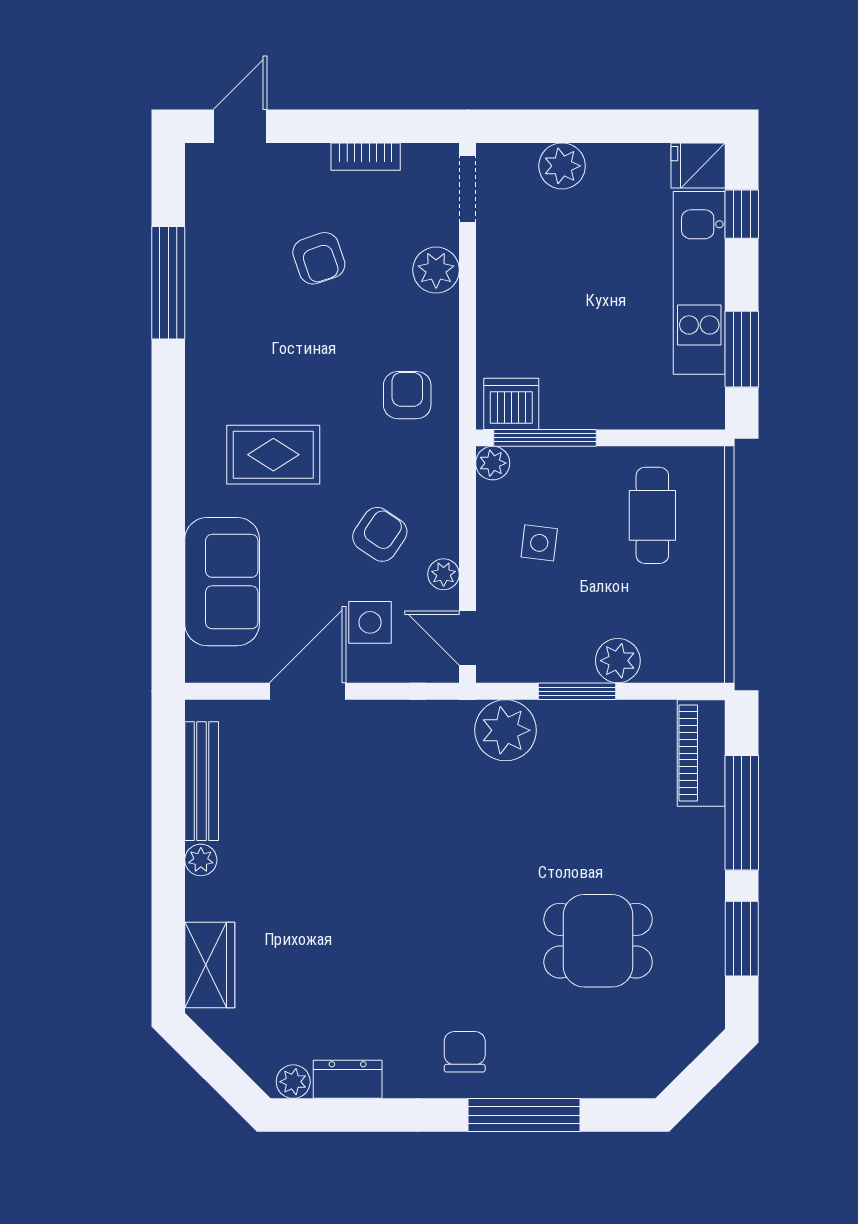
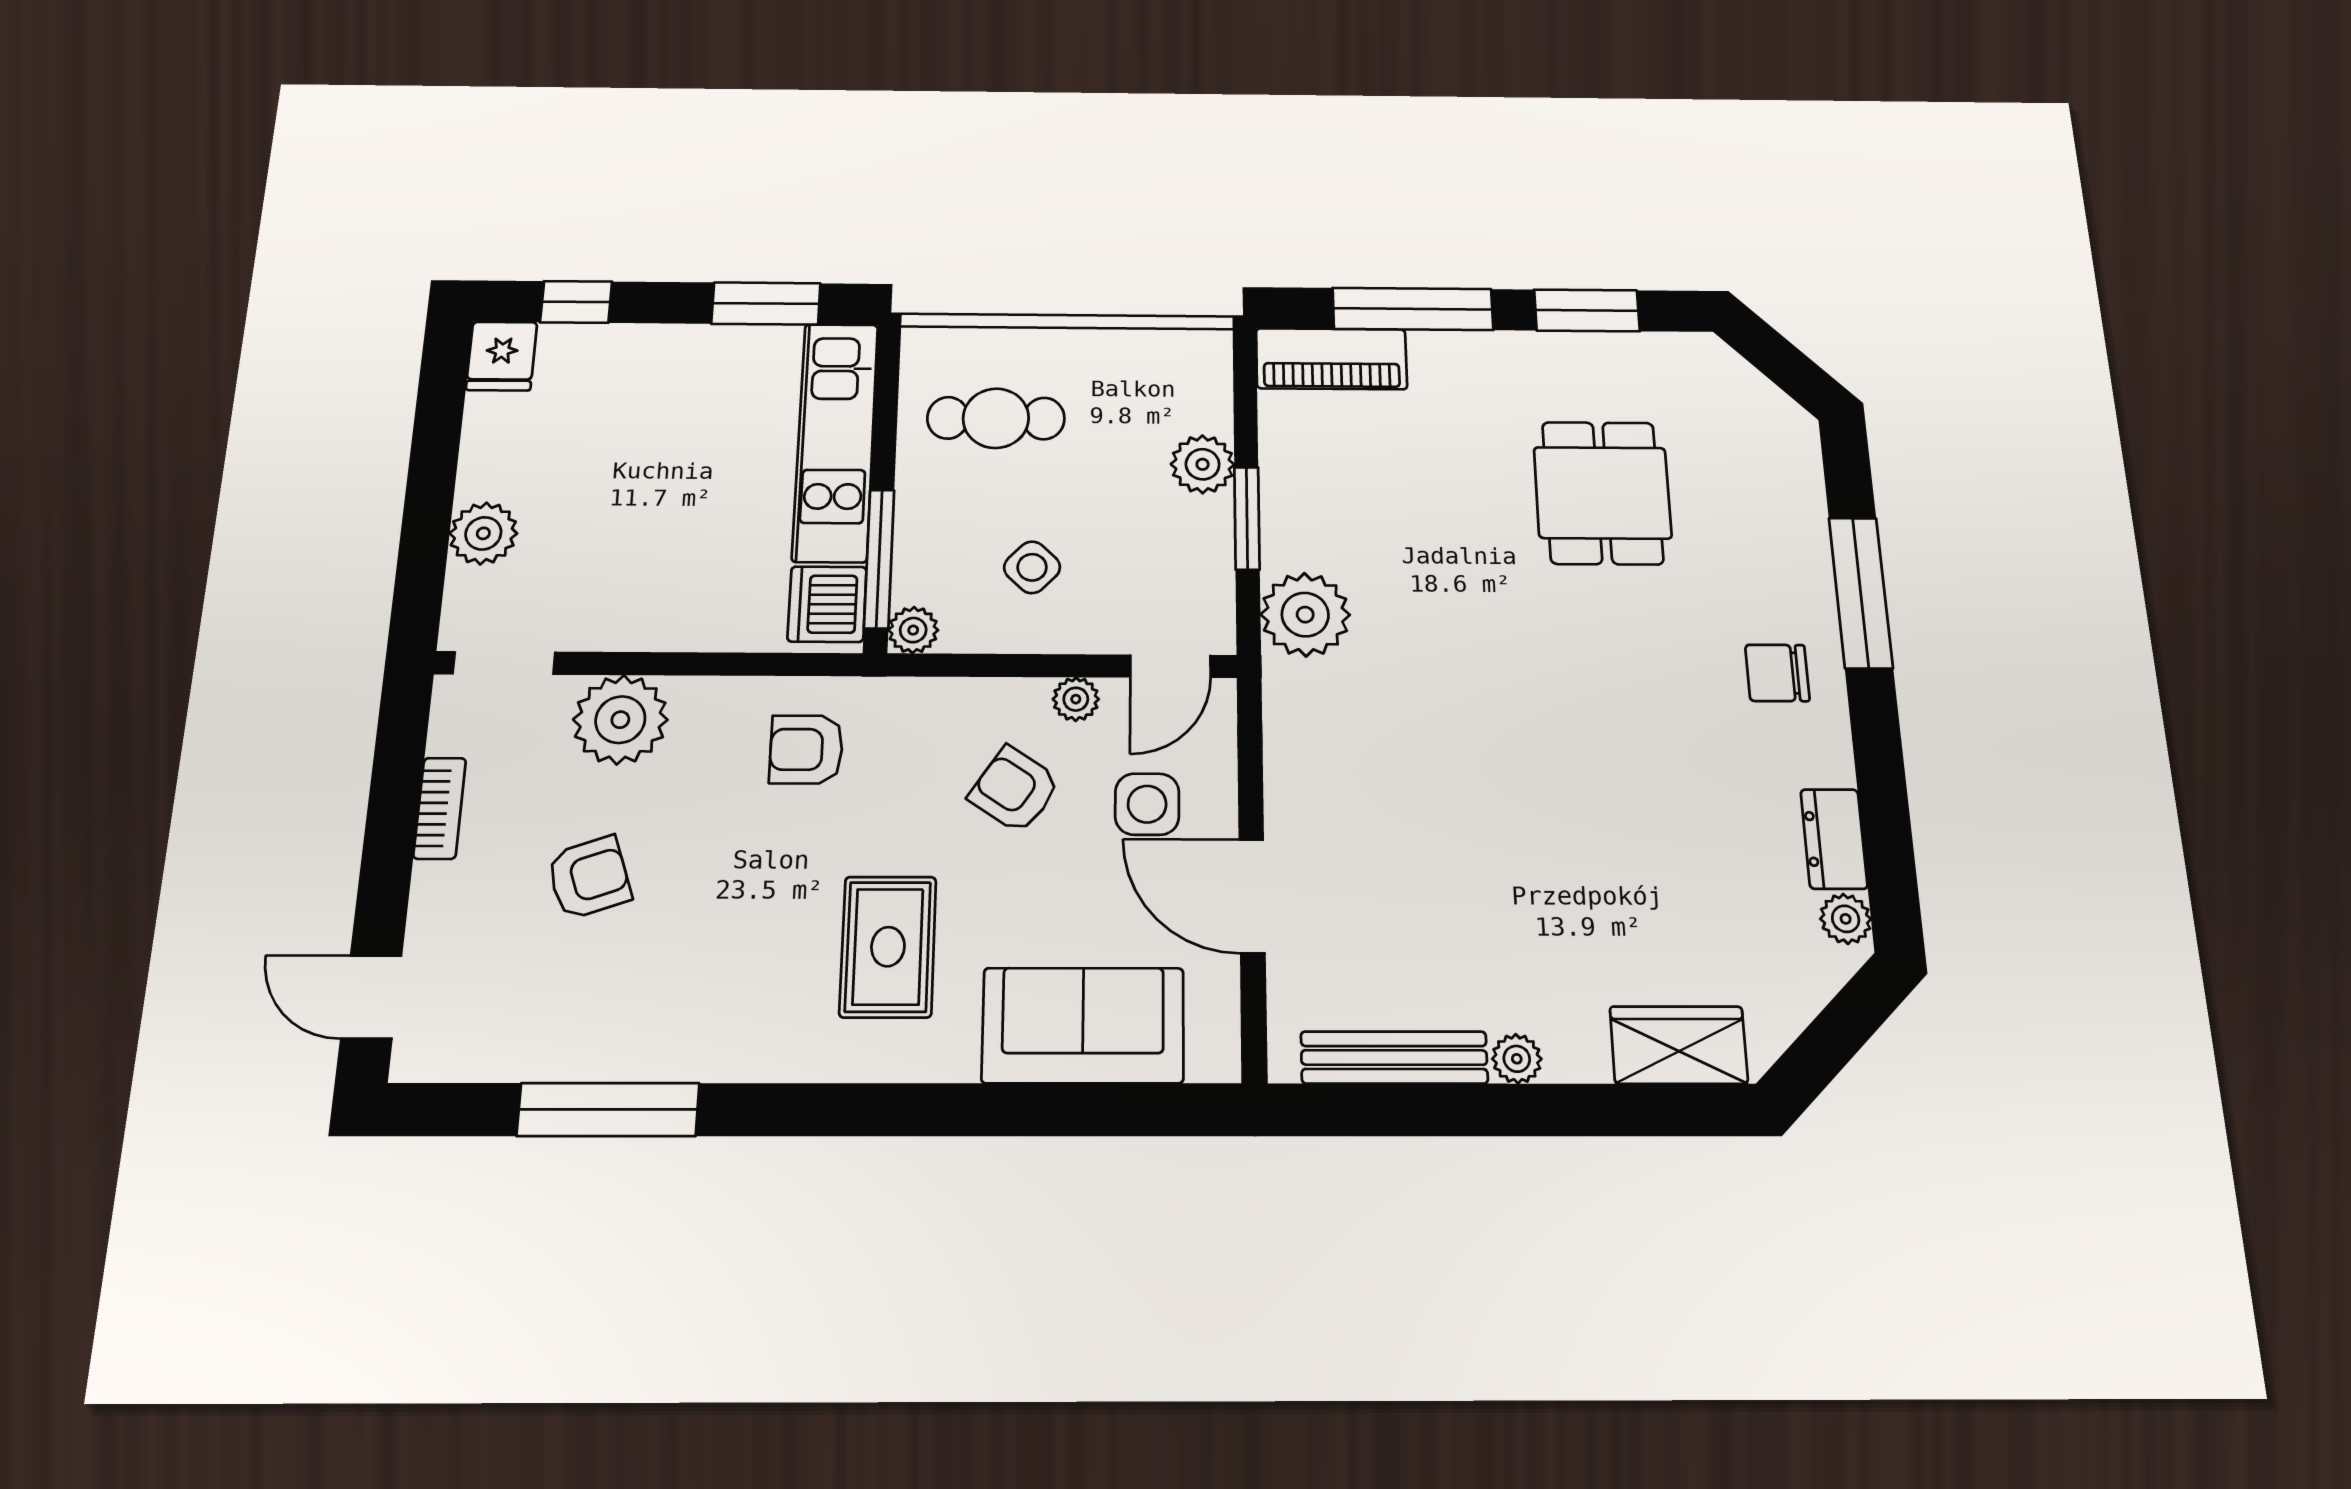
plant: (436, 270) -> (620, 720), width x1.36, depth x1.36
kitchen unit: (699, 283) -> (835, 441), moved, turned 90
side table: (539, 543) -> (1032, 567), turned 37

